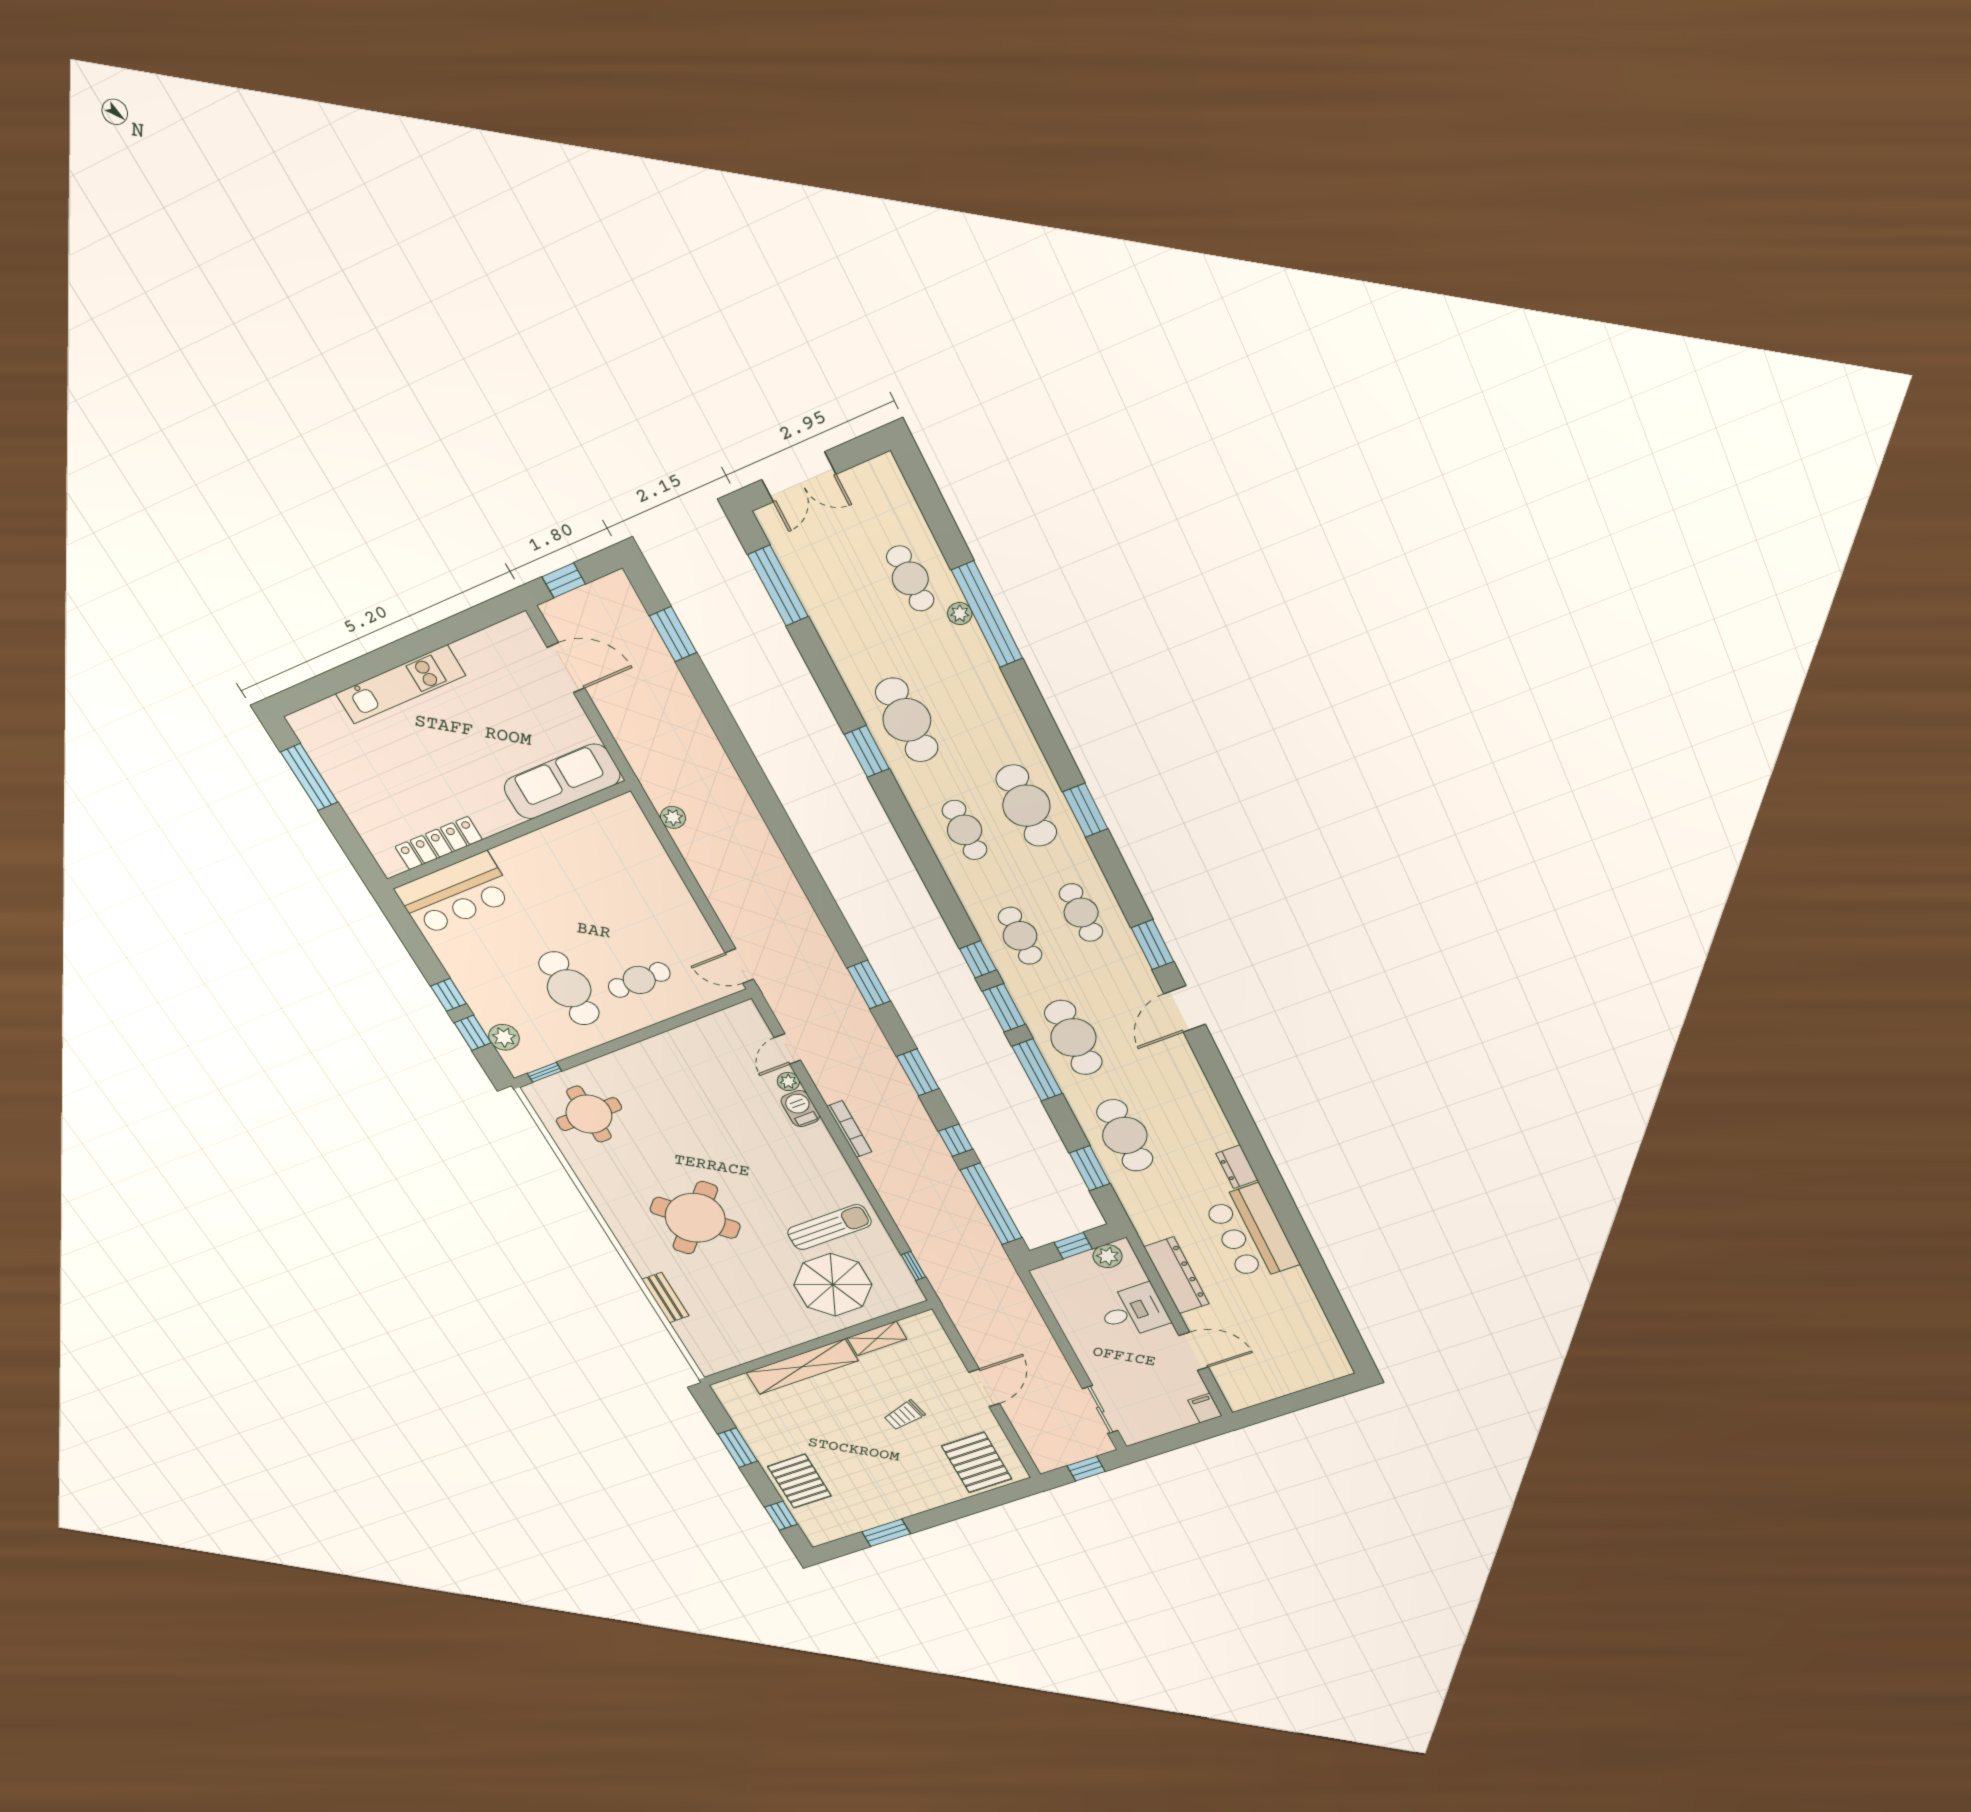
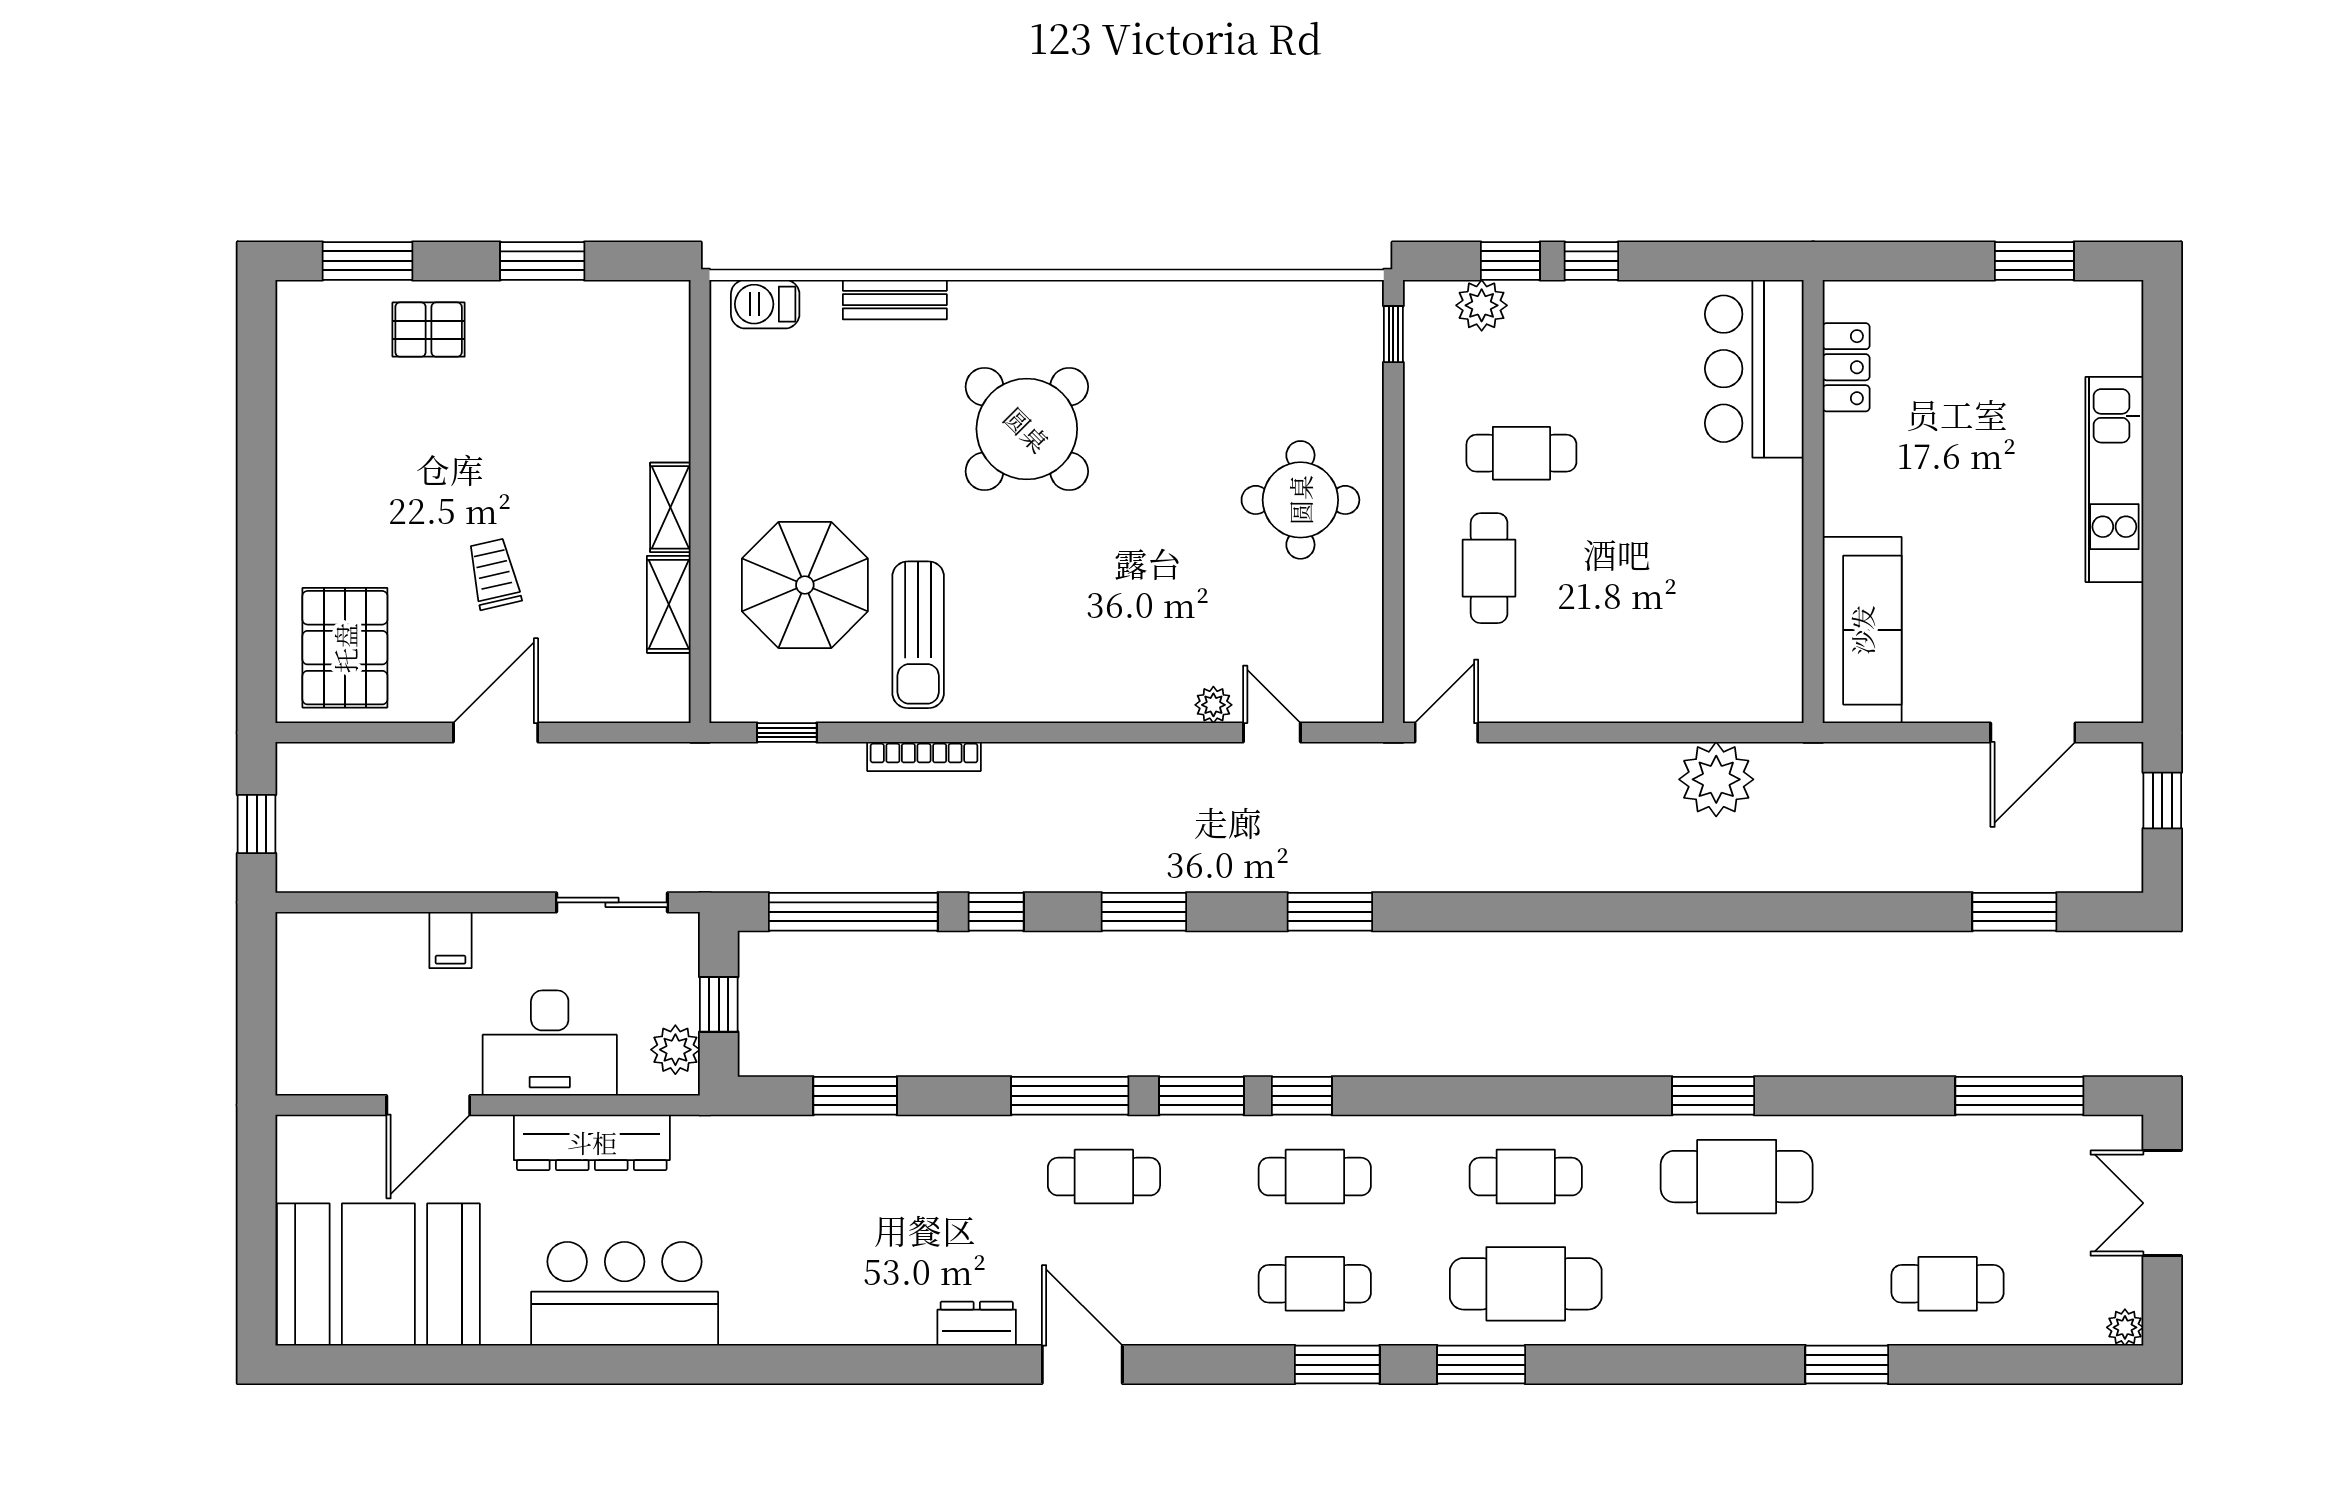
plant: (960, 614) -> (2125, 1327), moved
window: (987, 614) -> (1847, 1365), width x0.47
window: (309, 777) -> (2034, 261), width x0.69
plant: (673, 817) -> (1716, 779), width x1.87, depth x1.87
locker: (439, 843) -> (1846, 367), width x0.66
window: (1152, 945) -> (1337, 1365), moved
cafe table: (569, 988) -> (1521, 453), width x0.73, depth x0.74
cafe table: (1073, 1038) -> (1104, 1177), width x0.73, depth x0.74
barbecue: (800, 1109) -> (765, 304), moved, turned 180
round table: (589, 1114) -> (1300, 500), moved
bookcase: (849, 1129) -> (924, 757), moved
cafe table: (1125, 1135) -> (893, 1177), removed
dresser: (1237, 1167) -> (977, 1324), moved
desk: (1133, 1311) -> (550, 1043), width x1.37
booth: (1295, 1343) -> (378, 1275), added
shelving: (802, 1367) -> (670, 507), width x0.45, depth x0.75
door: (984, 1388) -> (496, 733), swing flipped
filing cabinet: (1205, 1408) -> (450, 940), moved, turned 90
sliding door: (1100, 1410) -> (612, 902), moved
pallet: (977, 1462) -> (345, 648), turned 90
pallet: (799, 1481) -> (429, 330), width x0.67, depth x0.71
window: (781, 1516) -> (367, 261), width x1.50
window: (886, 1533) -> (257, 423), removed

